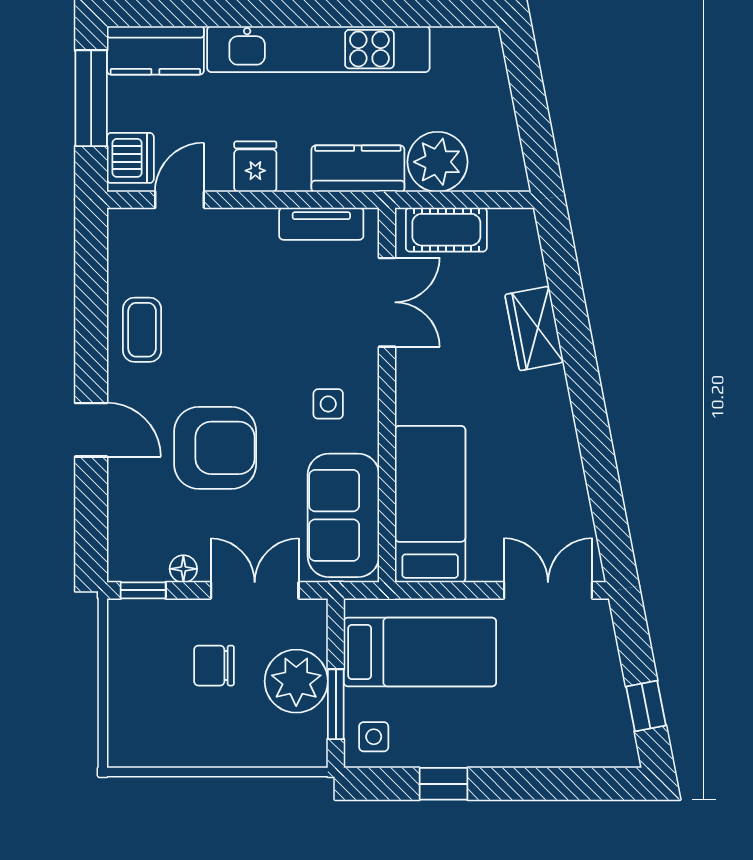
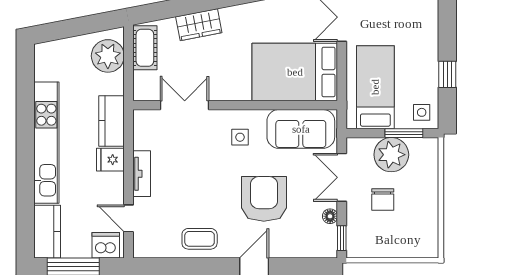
plant: (438, 162) -> (108, 56), moved
fridge: (255, 167) -> (110, 160), moved
tv unit: (321, 224) -> (142, 174), moved
cot: (446, 230) -> (145, 48), moved
bed: (430, 504) -> (295, 72), width x1.50

